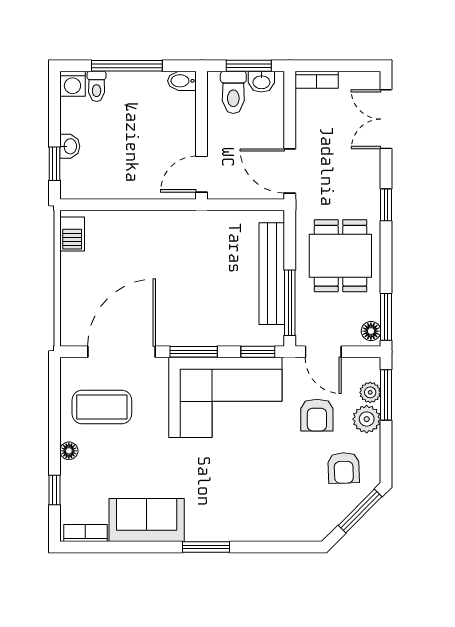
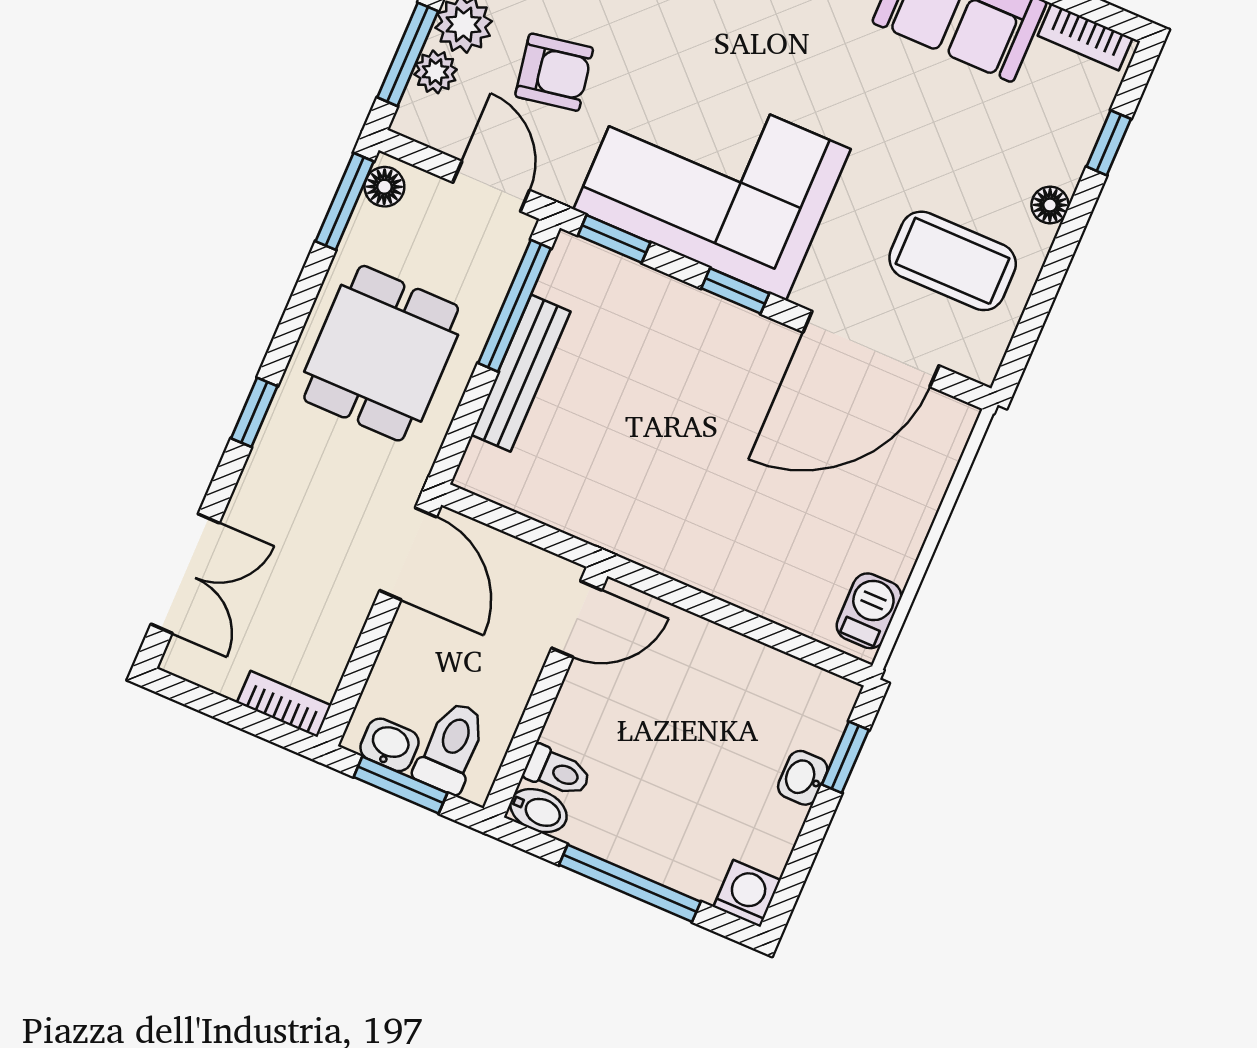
toilet: (97, 86) -> (557, 771), moved, turned 90
bench: (272, 274) -> (521, 373), width x0.73, depth x0.82
window: (194, 352) -> (735, 291), width x0.67
armchair: (317, 415) -> (554, 72), turned 80

